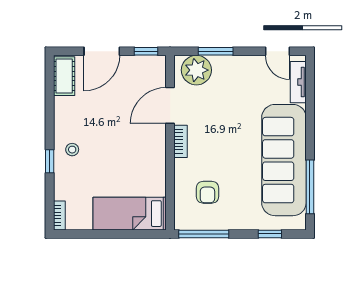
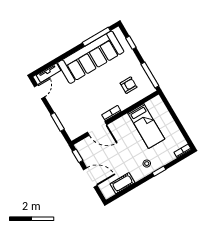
plant: (196, 70) -> (72, 126), removed
cot: (64, 76) -> (122, 183), moved
bed: (130, 214) -> (146, 126), moved

